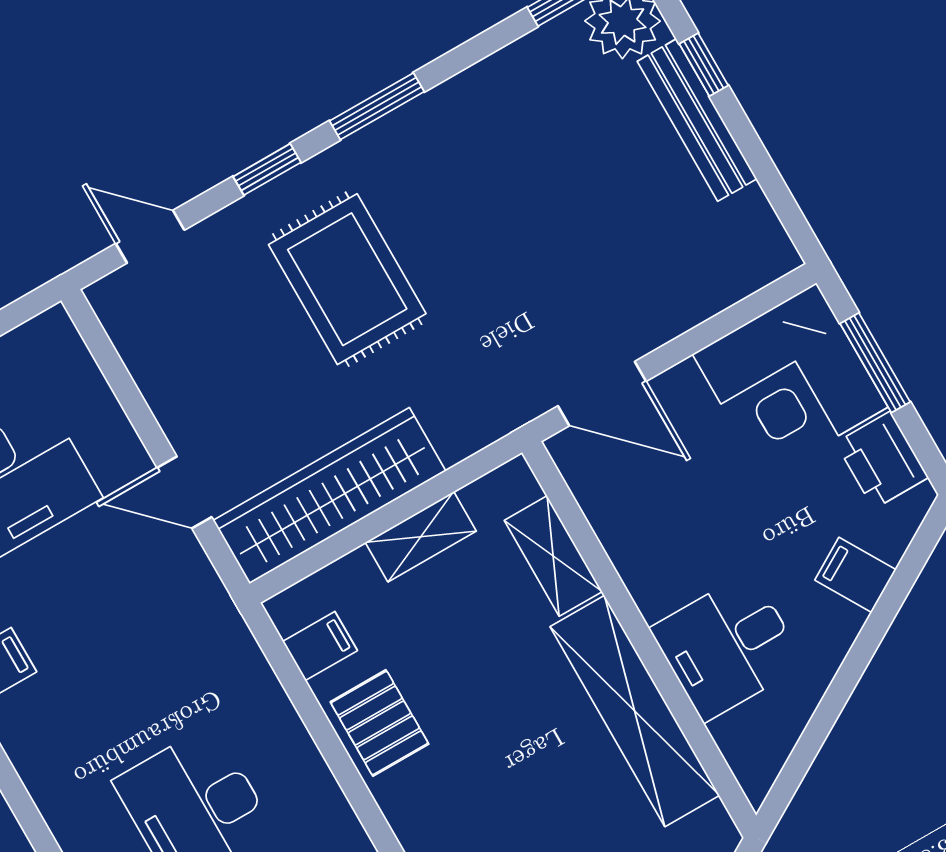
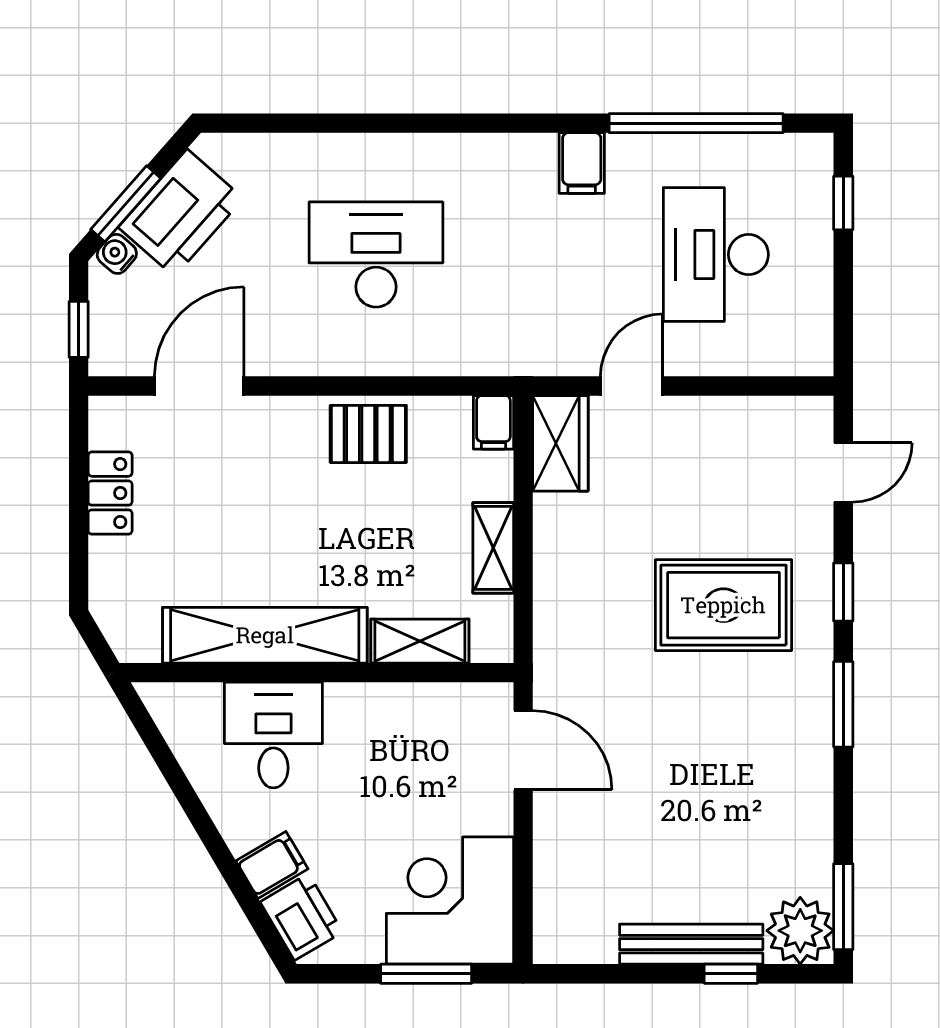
door: (602, 394) -> (523, 750), swing flipped
printer: (882, 460) -> (301, 917), moved, turned 60
wardrobe: (329, 496) -> (560, 443), width x0.48, depth x0.85
filing cabinet: (320, 646) -> (493, 422), moved

